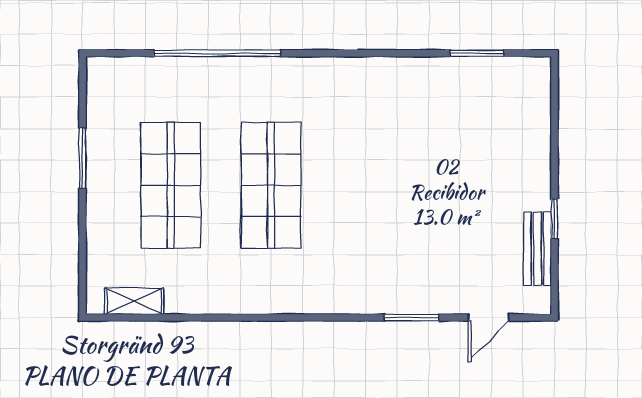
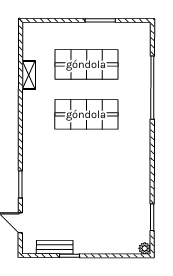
plant: (539, 68) -> (145, 248), added
shelving: (134, 301) -> (29, 75), moved

